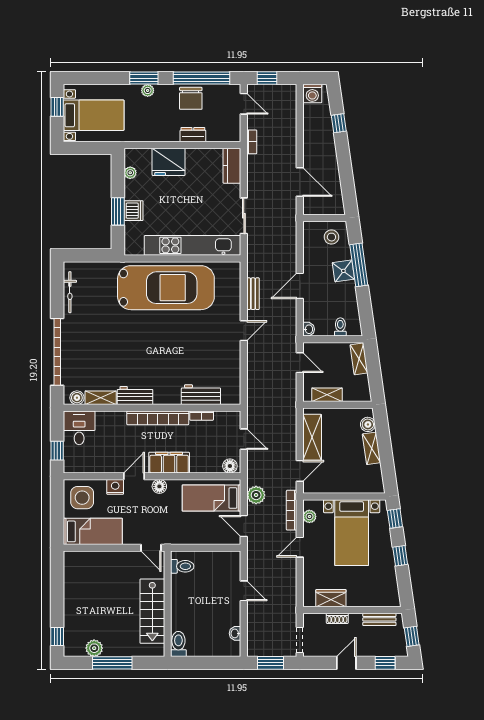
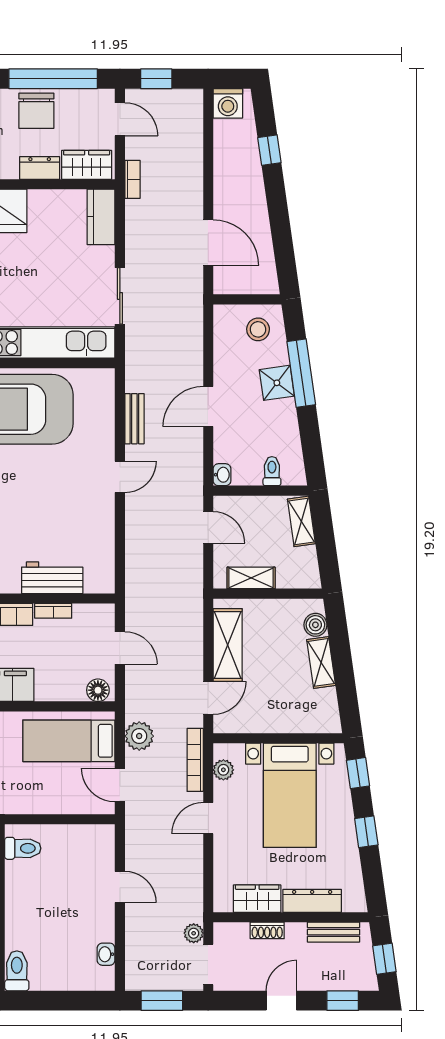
wardrobe: (223, 133) -> (87, 165), added
dresser: (366, 600) -> (312, 901), added
plant: (291, 620) -> (194, 933), added

